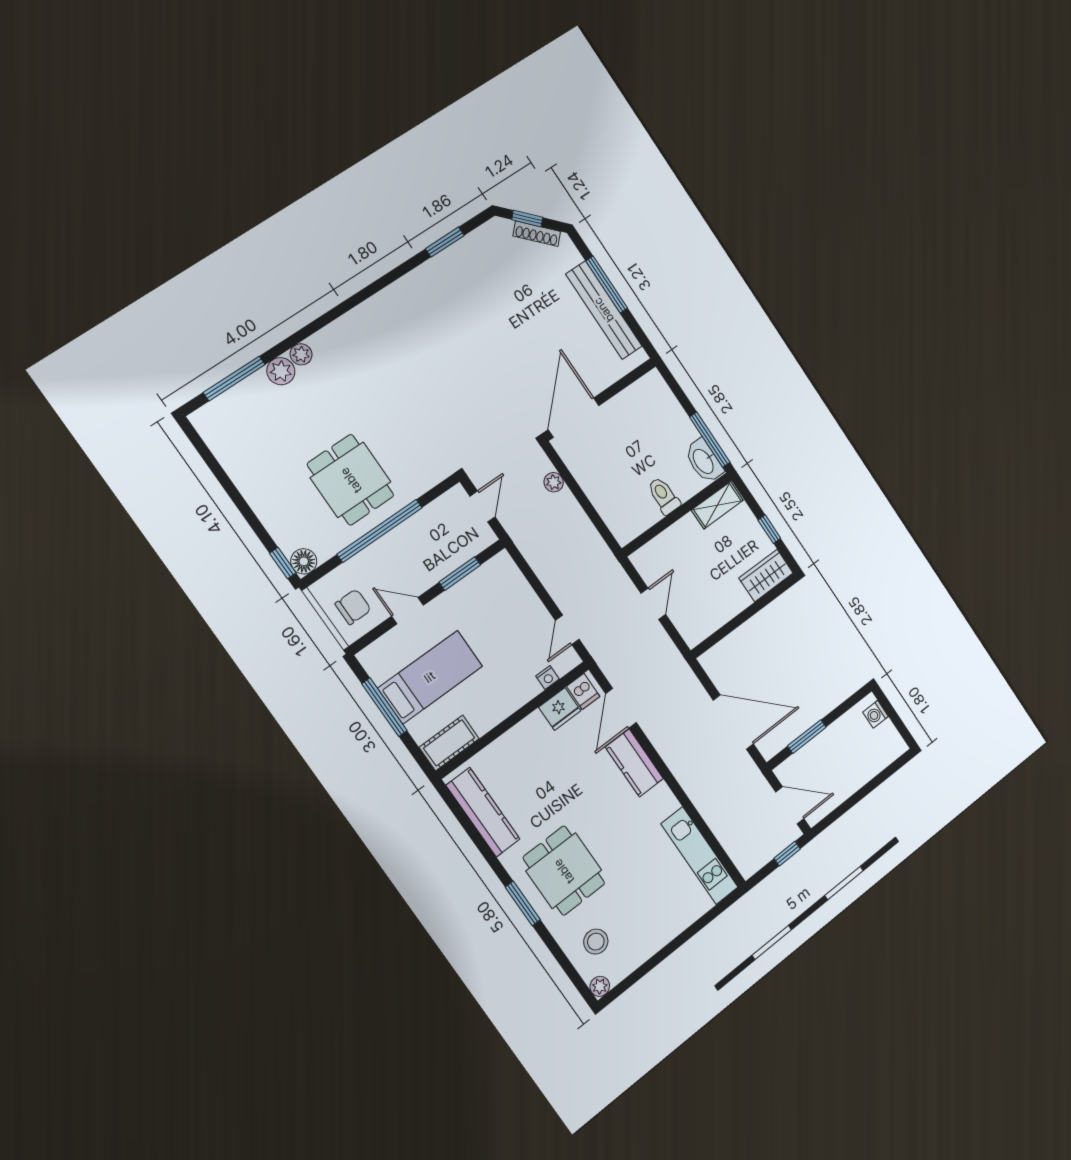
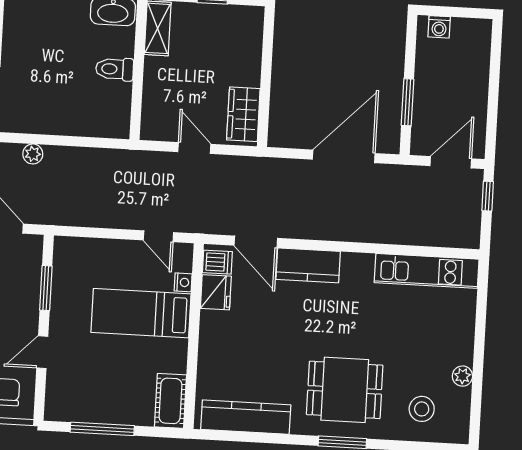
wardrobe: (766, 576) -> (243, 114), moved
bed: (430, 677) -> (141, 313), moved, turned -90
plant: (600, 986) -> (462, 376), moved

